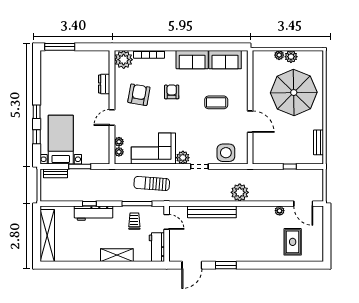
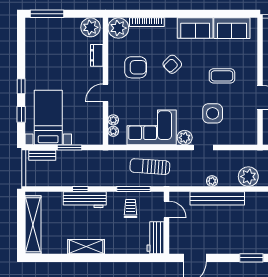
plant: (99, 59) -> (90, 27), added
armchair: (172, 92) -> (172, 64), turned -134
armchair: (139, 95) -> (136, 67), turned 80
side table: (226, 153) -> (213, 113), moved
plant: (207, 196) -> (212, 181), added
shelving: (117, 255) -> (86, 247), moved
window: (226, 265) -> (251, 258), moved

